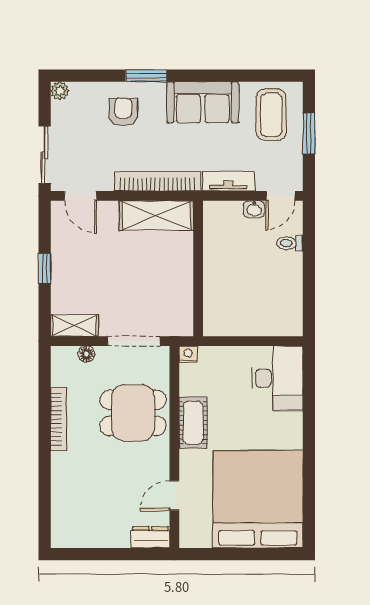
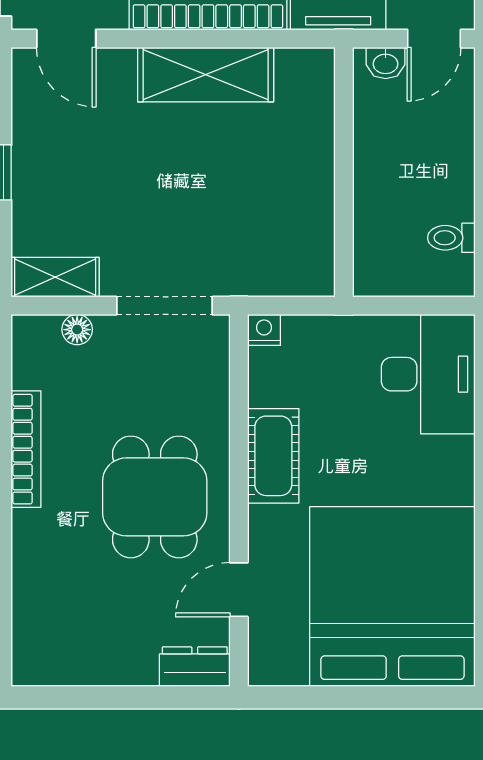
toilet: (290, 243) -> (451, 238), moved
wall: (198, 268) -> (344, 172), moved
dining table: (133, 413) -> (155, 497), moved, turned 90

